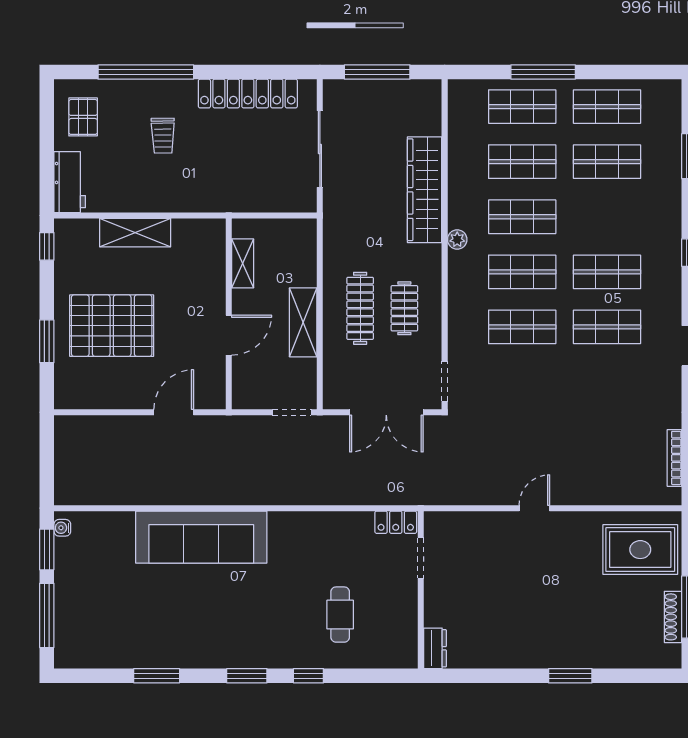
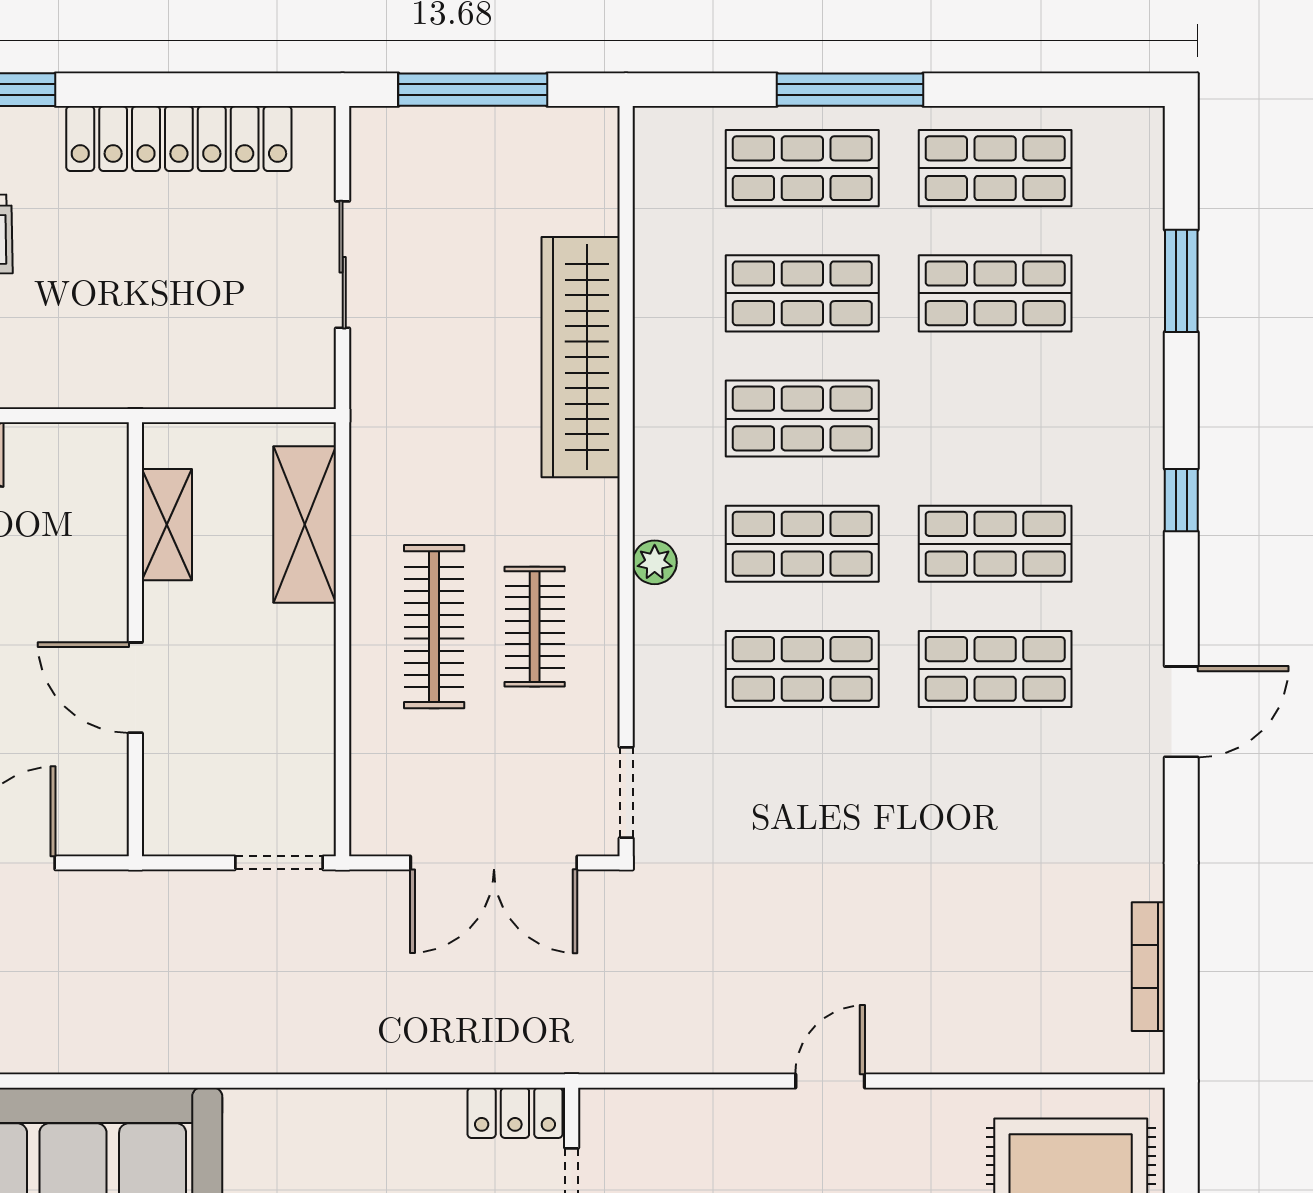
sliding door: (320, 149) -> (343, 265), width x0.73
plant: (457, 240) -> (655, 562), moved
shelving: (303, 322) -> (305, 525), moved
door: (229, 335) -> (135, 688), swing flipped

